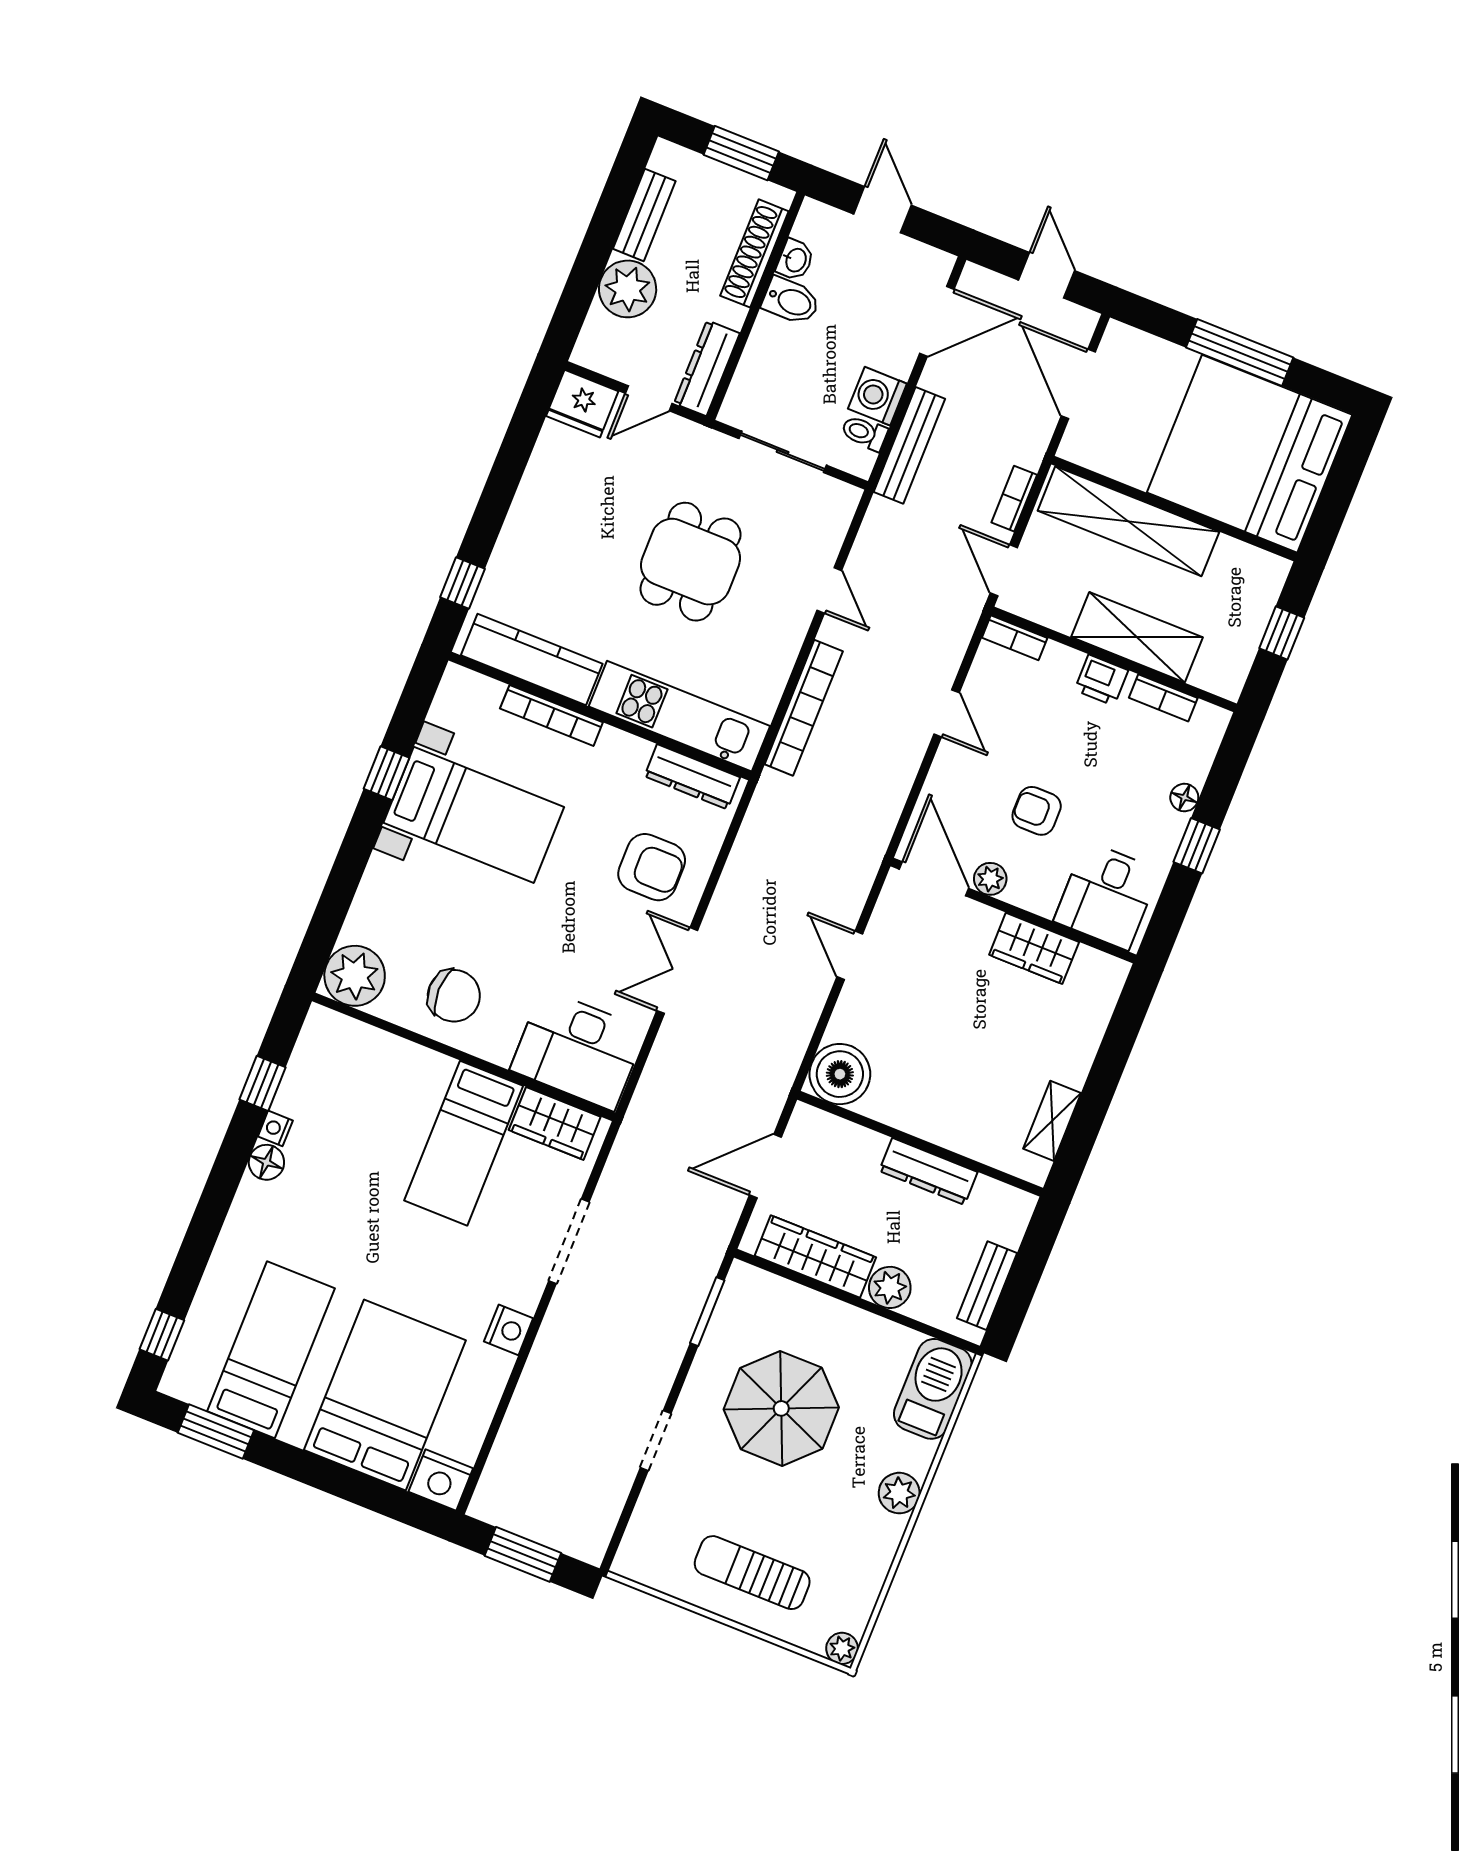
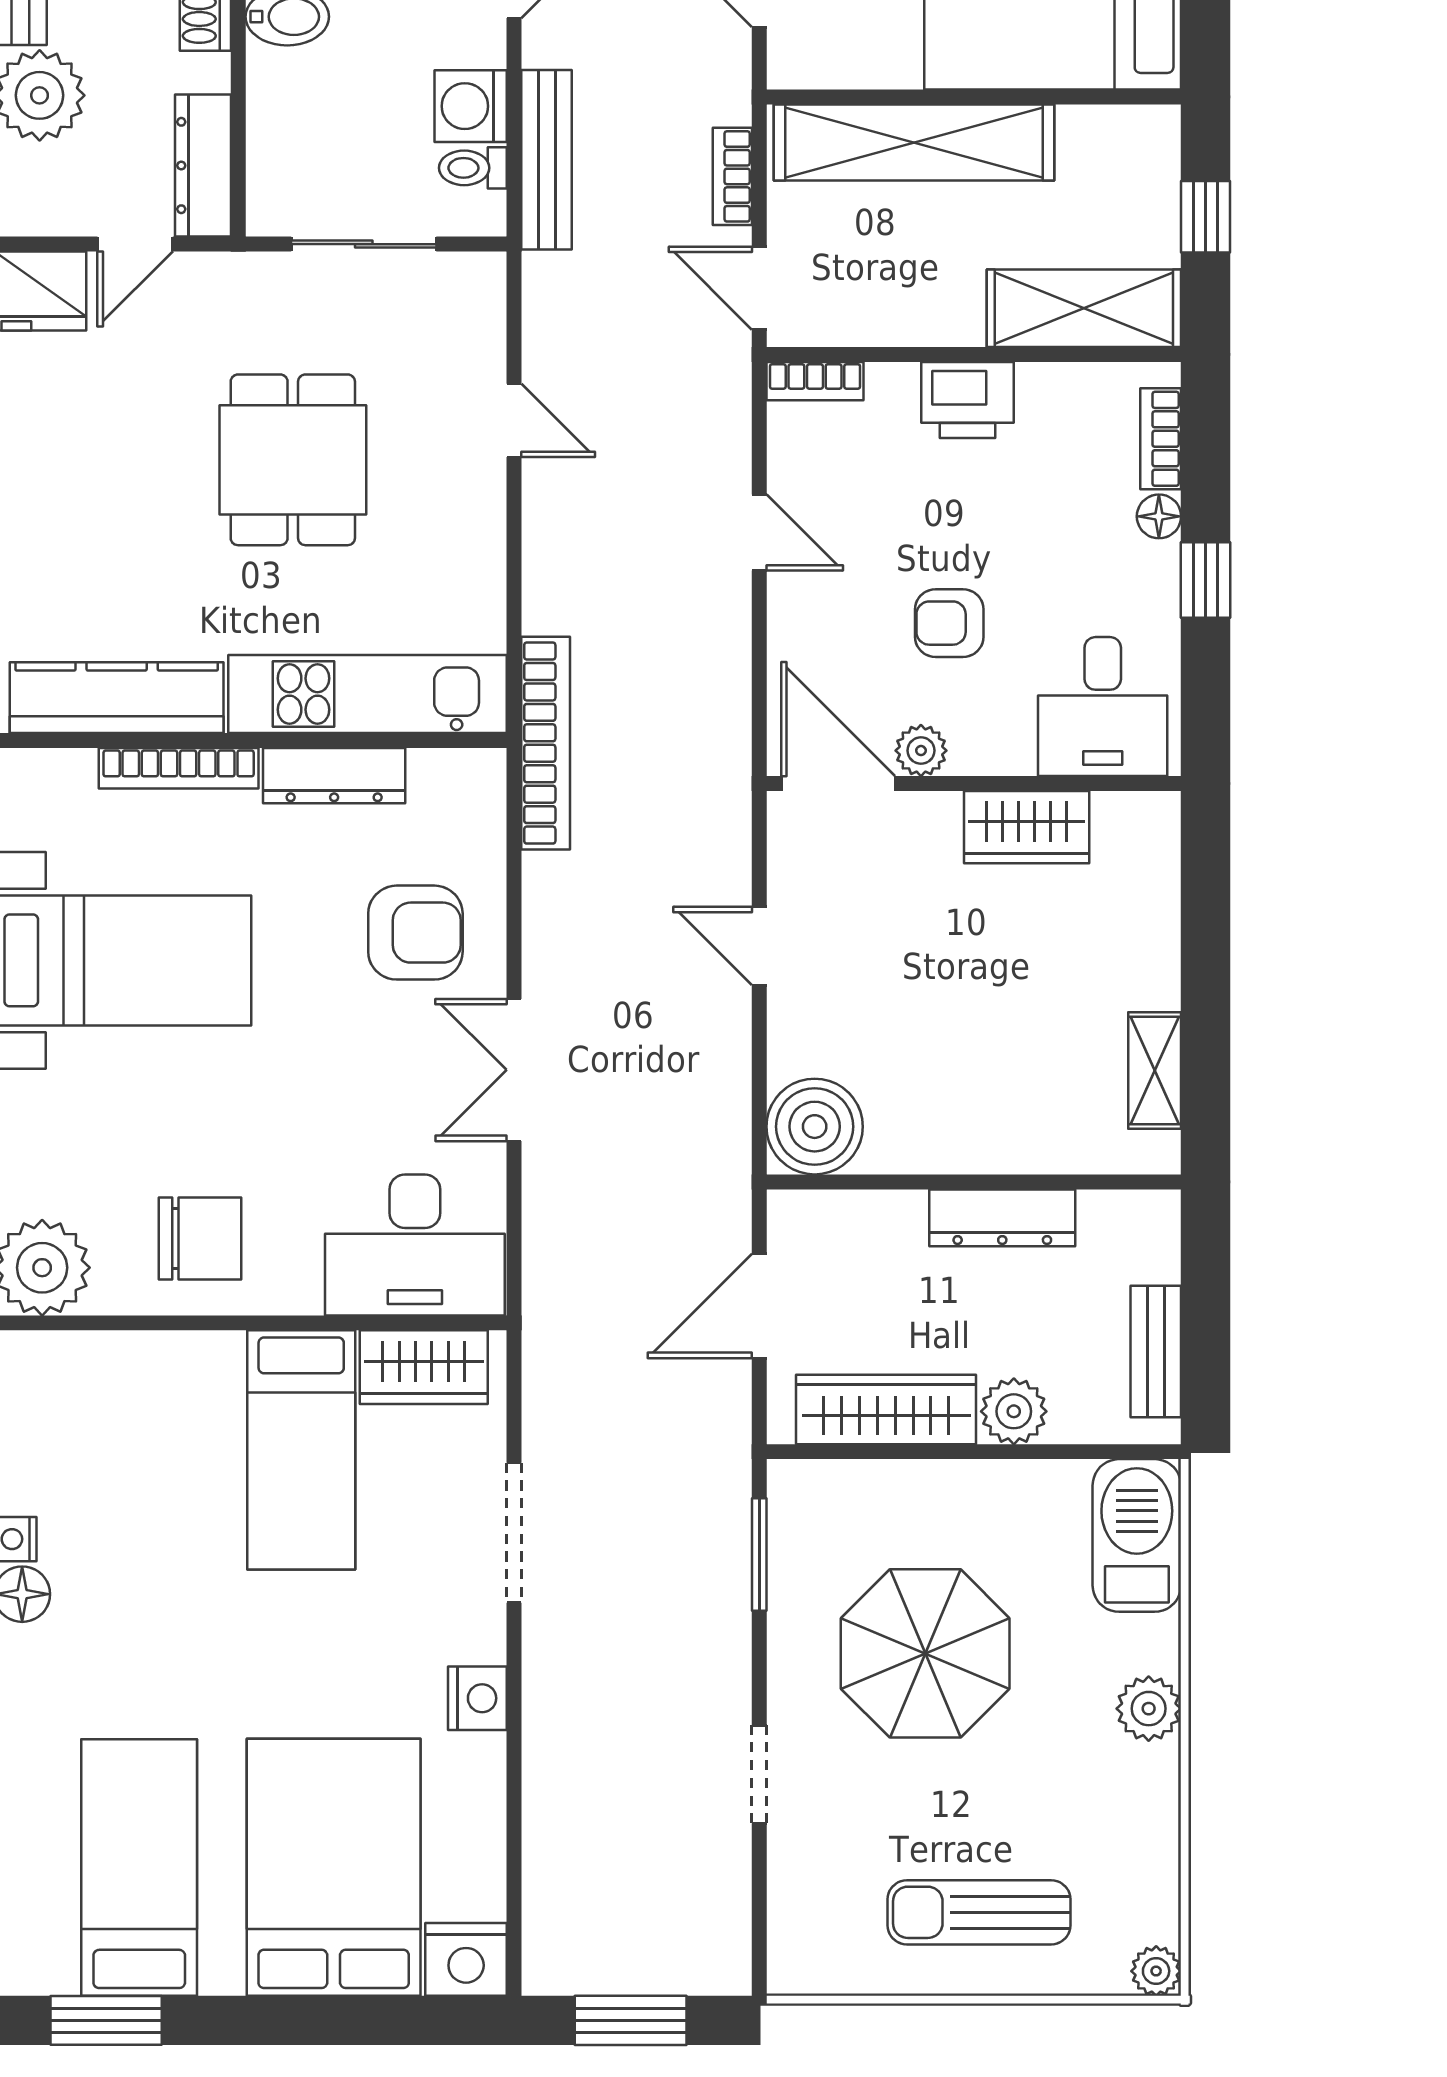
shelving: (1137, 637) -> (1084, 308), moved
printer: (1101, 680) -> (968, 400), width x1.36, depth x1.24
bookcase: (1163, 698) -> (1161, 439), moved, turned 90
bookcase: (804, 708) -> (546, 743), moved
dresser: (692, 777) -> (334, 776), moved

